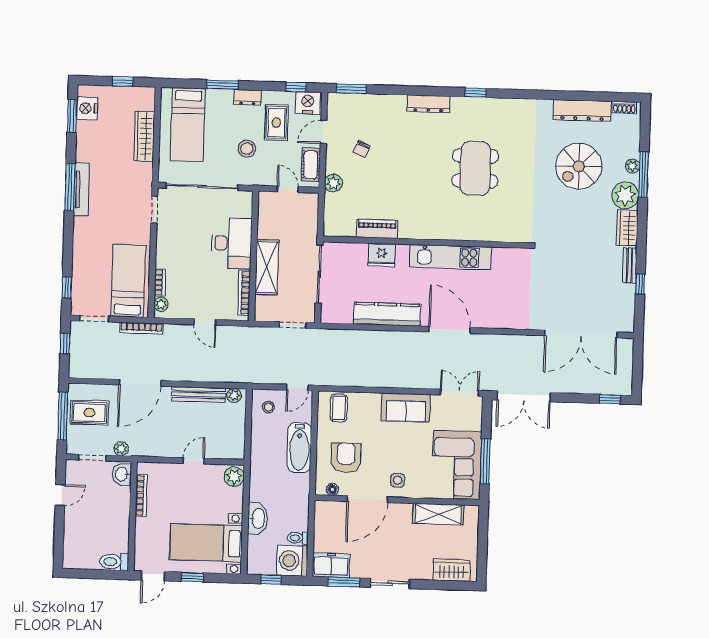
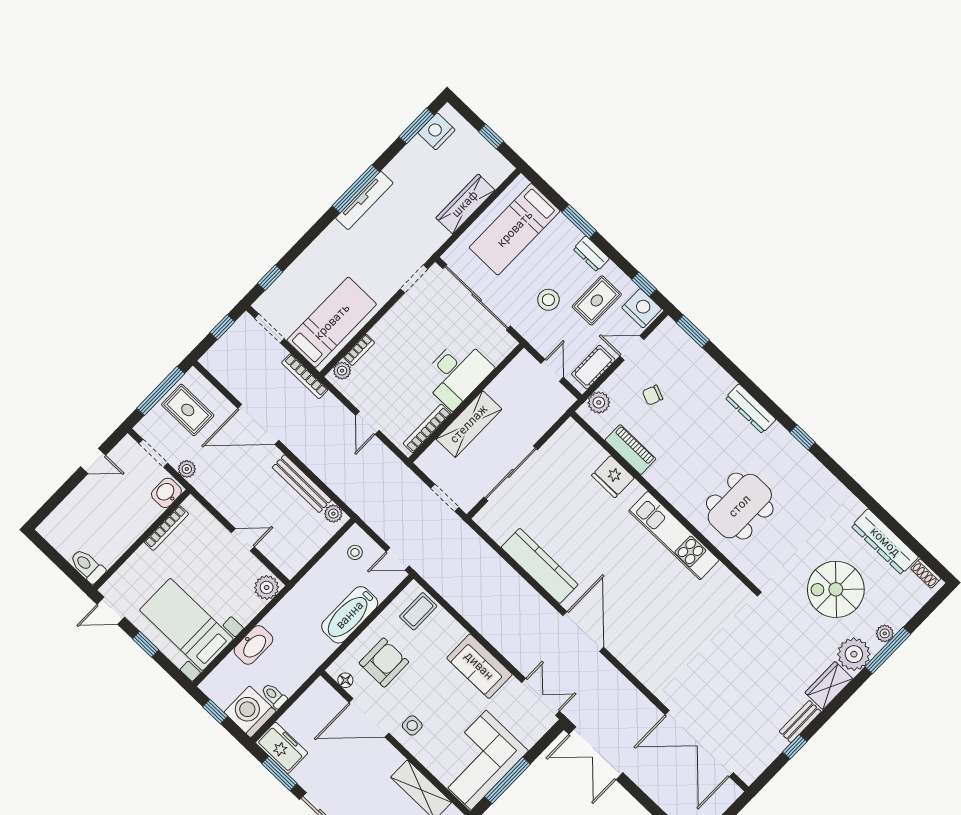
piano: (377, 229) -> (630, 450), moved
wall: (426, 242) -> (664, 502), moved
fridge: (381, 255) -> (613, 477), moved
kitchen unit: (451, 257) -> (674, 536), moved

